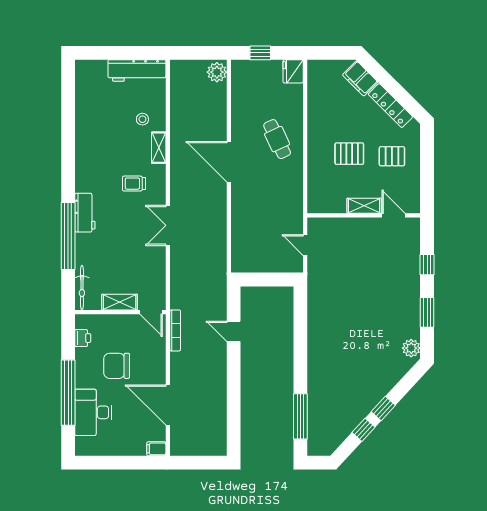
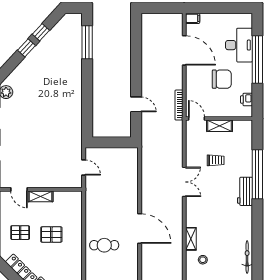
cafe table: (277, 139) -> (104, 245), turned -65
trolley: (134, 184) -> (216, 160), moved
bicycle: (82, 288) -> (247, 257), moved

